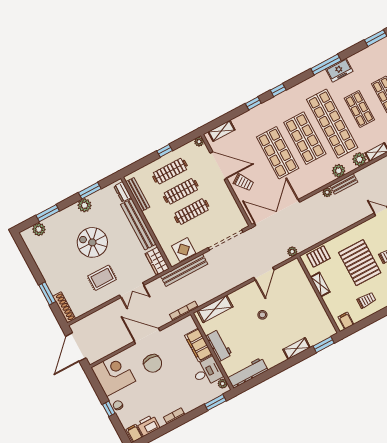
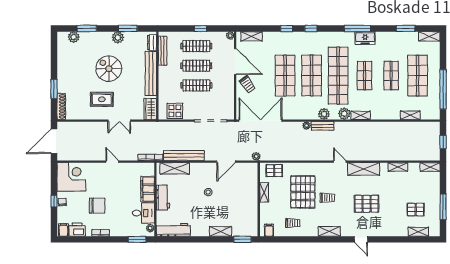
bench: (184, 270) -> (184, 155), moved
door: (147, 336) -> (112, 162), width x0.53
chair: (153, 363) -> (97, 206), moved, turned -90

